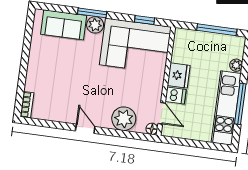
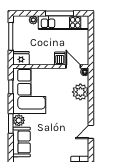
fridge: (179, 75) -> (21, 58), moved
door: (162, 113) -> (73, 67), hinge flipped
door: (85, 129) -> (91, 132), moved

